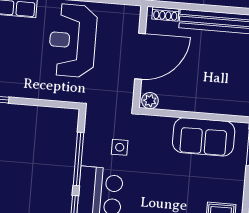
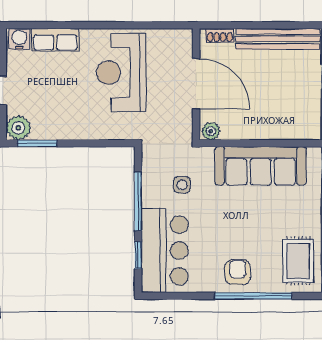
door: (140, 56) -> (196, 84), hinge flipped
sofa: (204, 137) -> (261, 166), width x1.36

